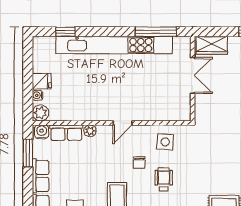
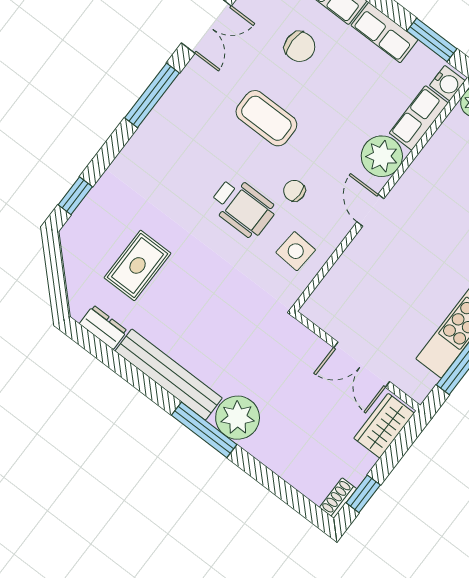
plant: (90, 131) -> (382, 156), width x1.87, depth x1.87
wheelchair: (164, 180) -> (243, 207), width x1.36, depth x1.37

